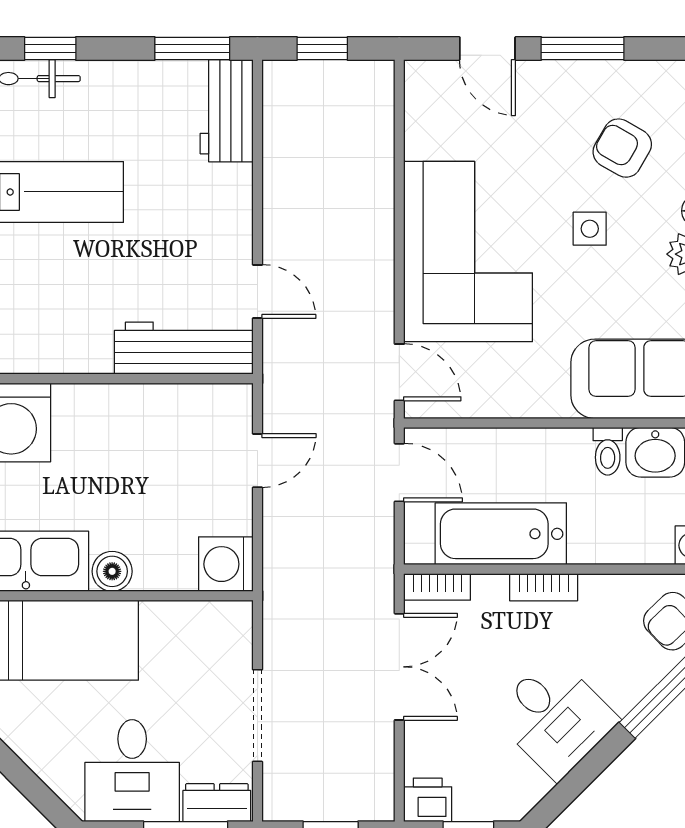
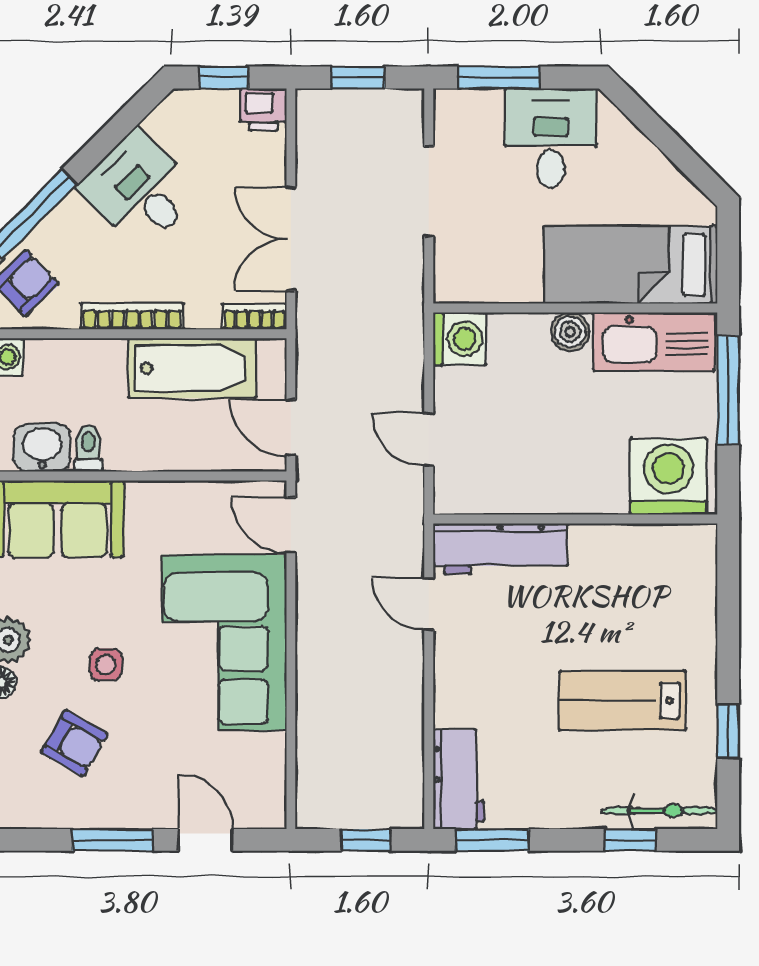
door: (258, 461) -> (429, 439), hinge flipped
bookcase: (544, 587) -> (132, 316), width x1.56
dresser: (217, 803) -> (468, 107), removed

